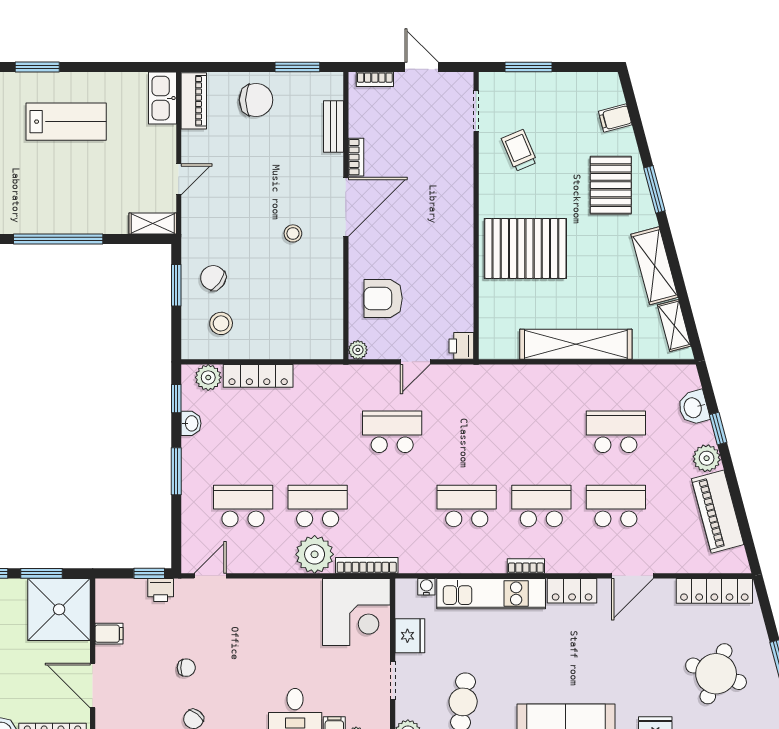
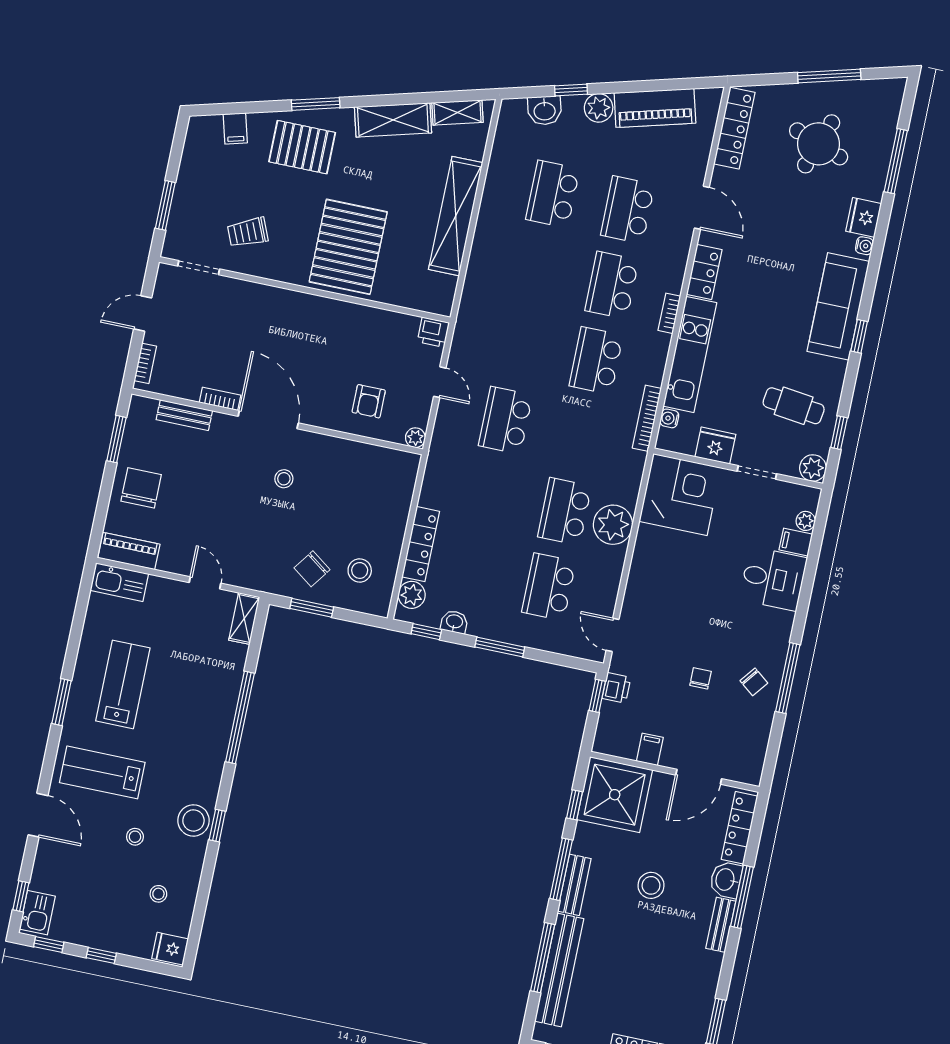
armchair: (383, 298) -> (369, 401), width x0.72, depth x0.72
bookcase: (367, 565) -> (647, 418), moved
window: (41, 573) -> (574, 805), width x0.67

